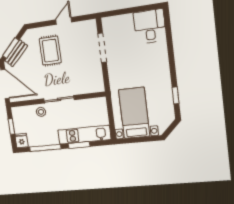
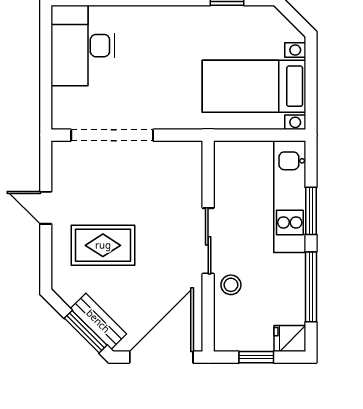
desk: (150, 26) -> (83, 46), width x1.37
doorway: (102, 48) -> (112, 135), width x1.36

